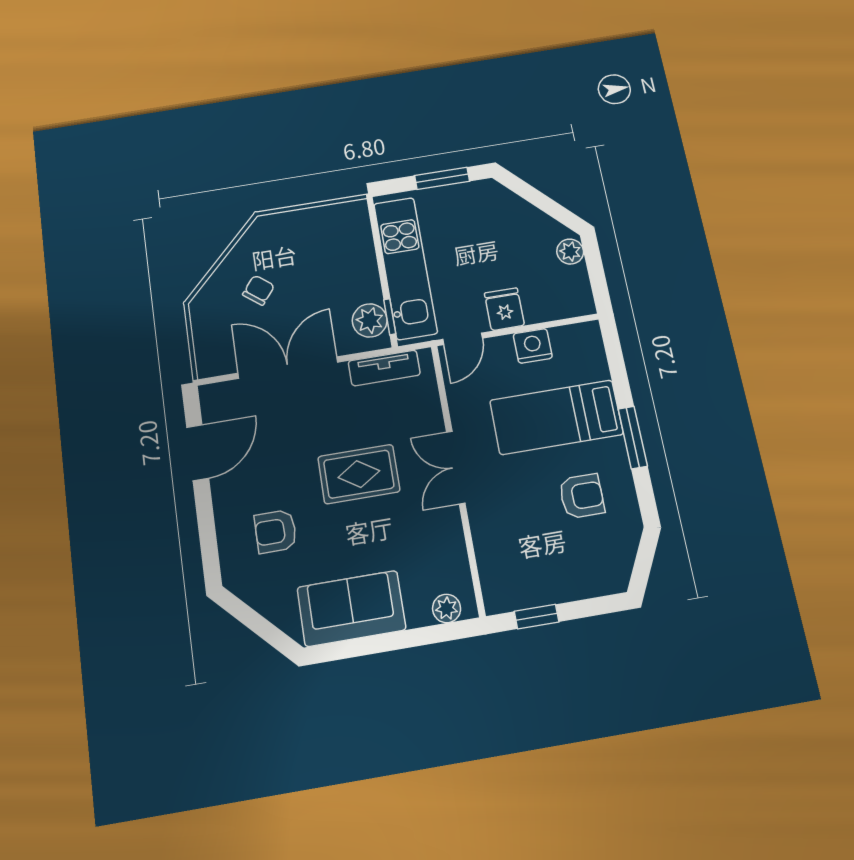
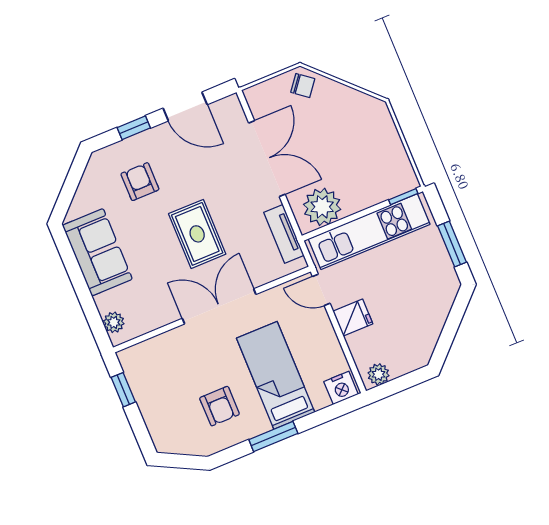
plant: (570, 252) -> (378, 374), moved
chair: (258, 290) -> (303, 86), moved
window: (390, 317) -> (403, 197), moved
plant: (370, 320) -> (322, 207), width x1.36, depth x1.36
nightstand: (533, 346) -> (341, 388), moved, turned 90
double door: (456, 468) -> (219, 306), width x1.37
window: (206, 523) -> (134, 128), added

